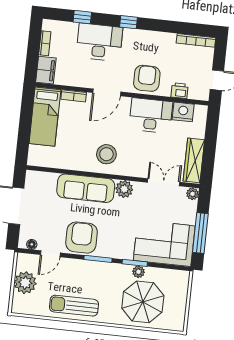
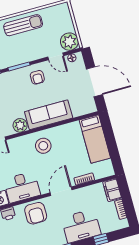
bed: (45, 117) -> (95, 139), moved, turned 180
armchair: (82, 238) -> (37, 77), width x0.53, depth x0.53
door: (50, 254) -> (56, 56), swing flipped
plant: (25, 283) -> (69, 42), moved

